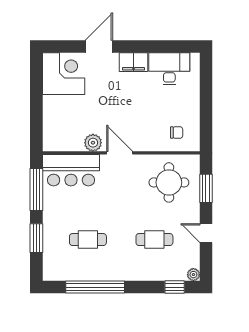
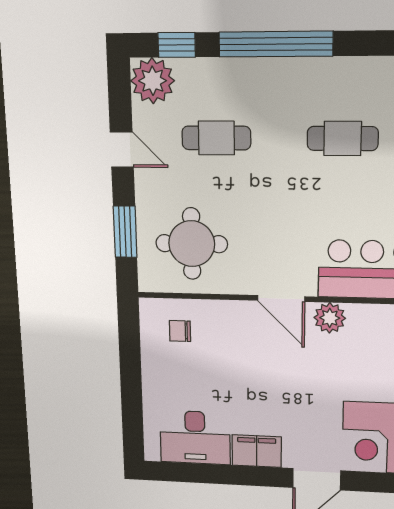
plant: (193, 275) -> (153, 81), width x1.88, depth x1.88
window: (95, 287) -> (276, 44), moved

